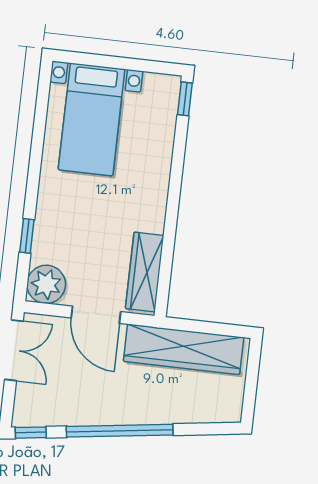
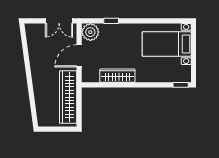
wardrobe: (145, 272) -> (117, 76), moved
window: (120, 431) -> (28, 73), removed
window: (31, 433) -> (23, 33), removed

